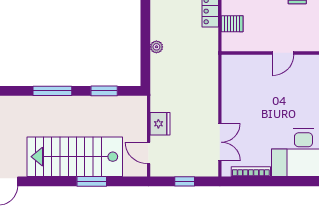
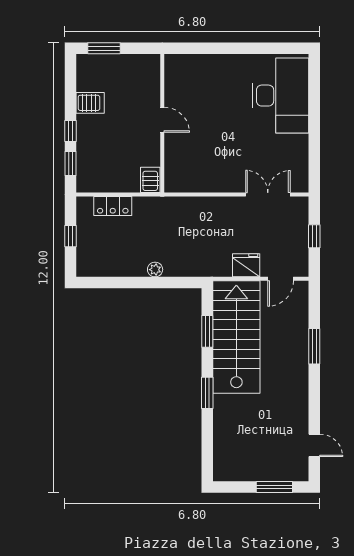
server rack: (232, 24) -> (150, 180), moved
window: (52, 91) -> (207, 393), width x0.69
stairs: (75, 157) -> (236, 337), moved, turned 180
bookcase: (251, 172) -> (303, 158), removed

